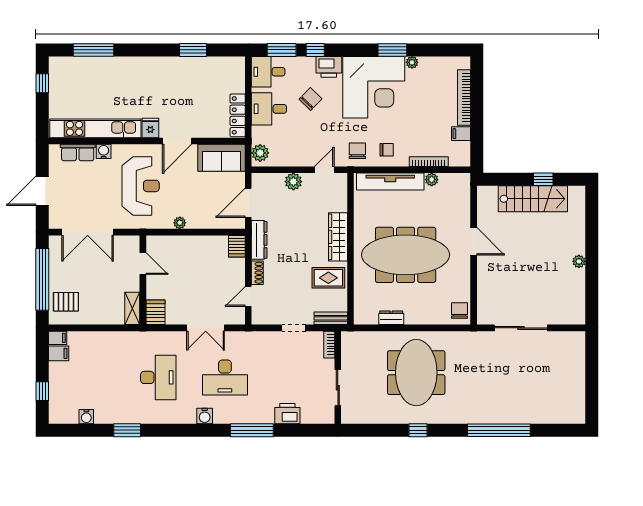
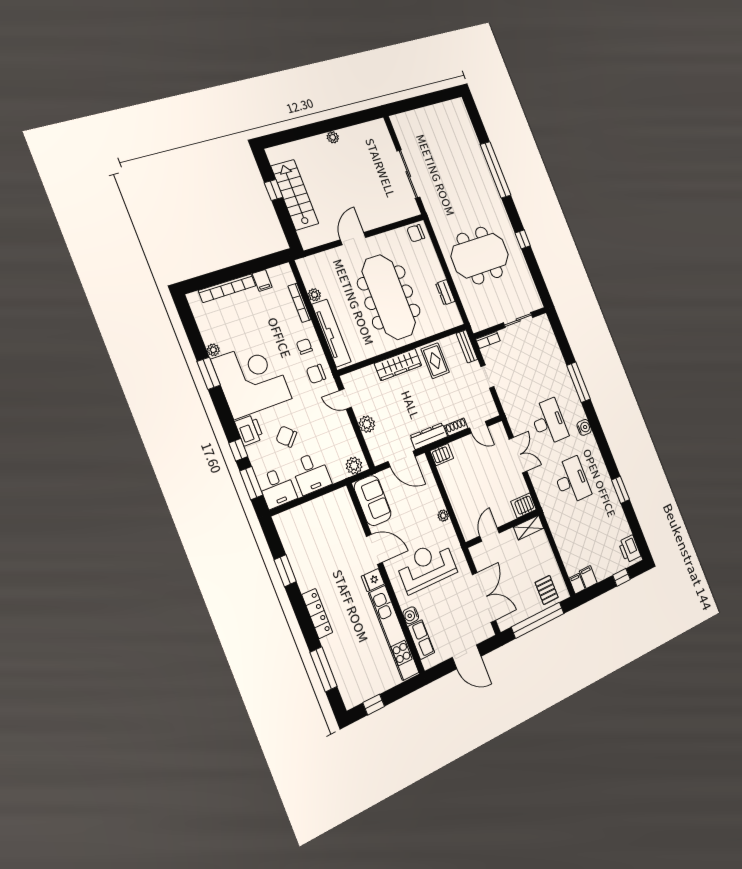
locker: (238, 115) -> (317, 614), moved, turned -90
desk: (158, 377) -> (572, 480), turned 90
printer: (287, 414) -> (629, 549), moved
water cooler: (86, 417) -> (625, 530), removed

